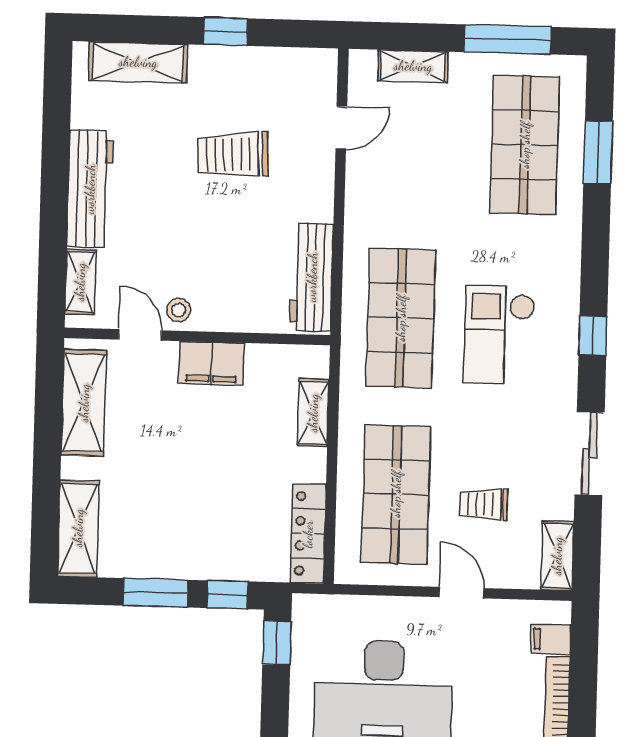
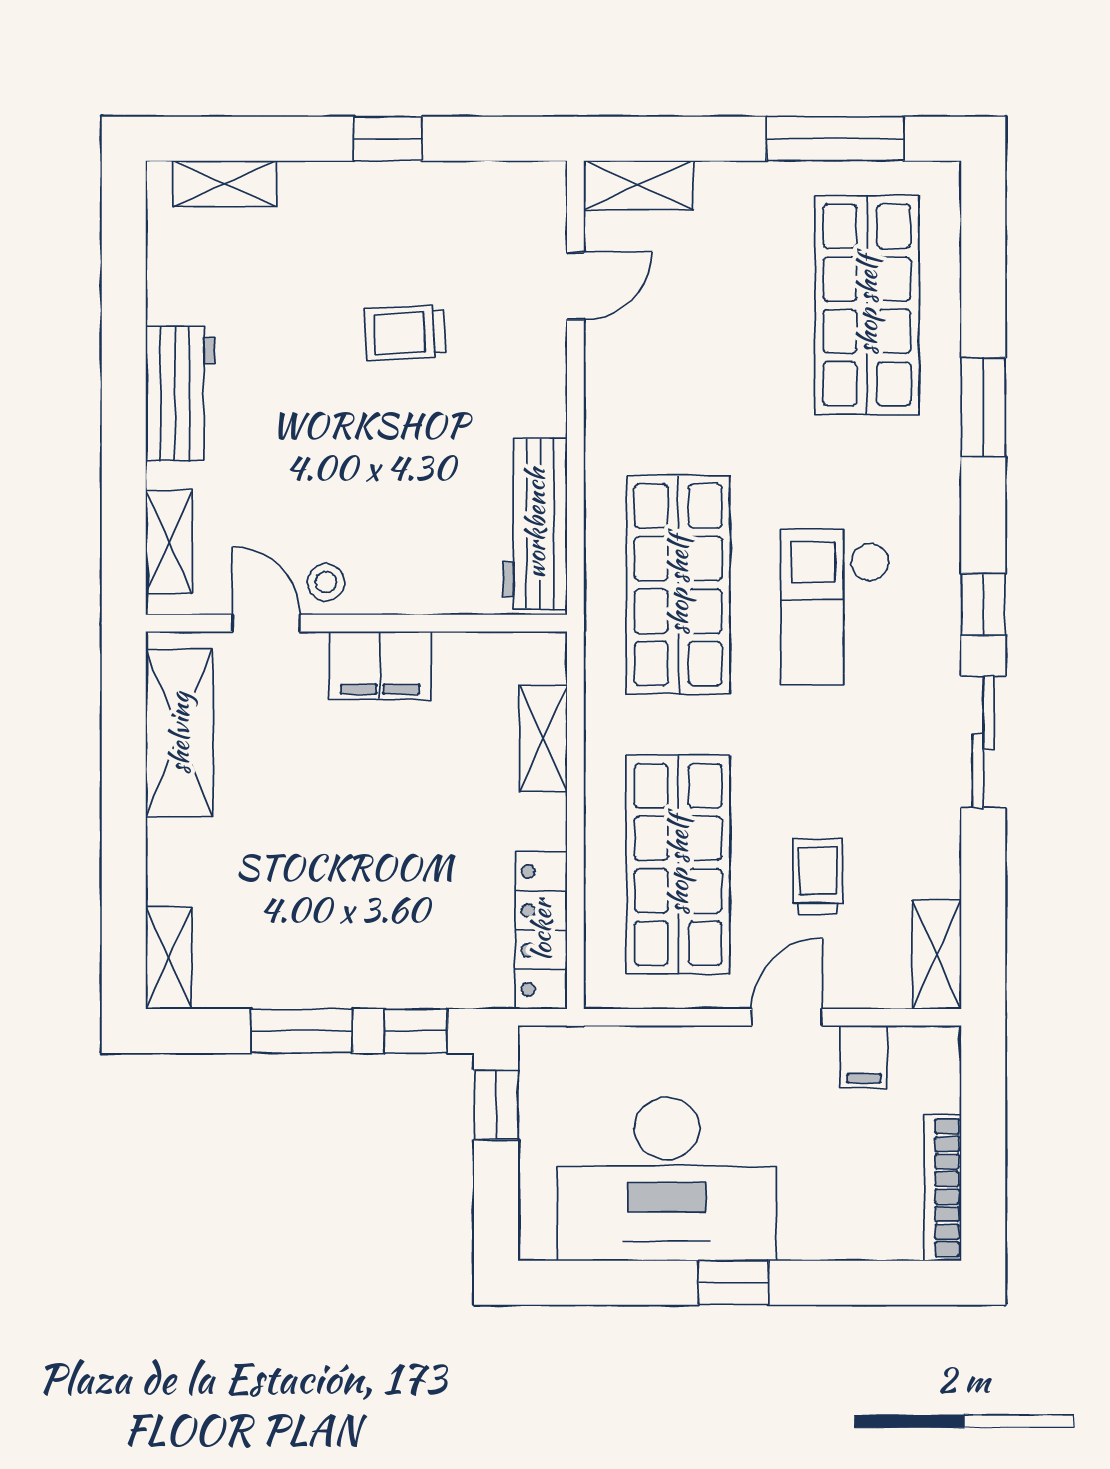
shelving: (138, 62) -> (225, 184), width x0.67, depth x0.75
shelving: (413, 66) -> (638, 185), moved
window: (598, 152) -> (983, 407), moved
trolley: (233, 154) -> (405, 333), width x0.73, depth x0.72
workbench: (90, 189) -> (180, 394), width x0.73
sliding door: (590, 454) -> (983, 742), moved
trolley: (484, 504) -> (818, 876), turned 90
shelving: (78, 528) -> (169, 958), width x0.67, depth x0.75
door: (462, 593) -> (787, 1017), hinge flipped
filing cabinet: (551, 639) -> (864, 1057), moved, turned -90

